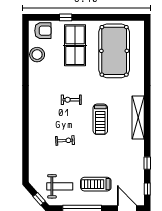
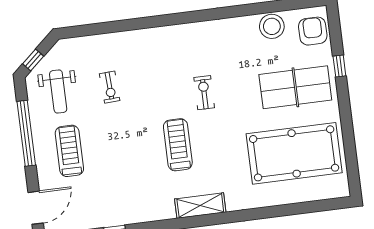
armchair: (43, 31) -> (313, 31), turned 180
shelving: (138, 117) -> (200, 206), width x0.68
treadmill: (100, 119) -> (178, 145), turned 90
exercise bike: (65, 141) -> (110, 87), moved

